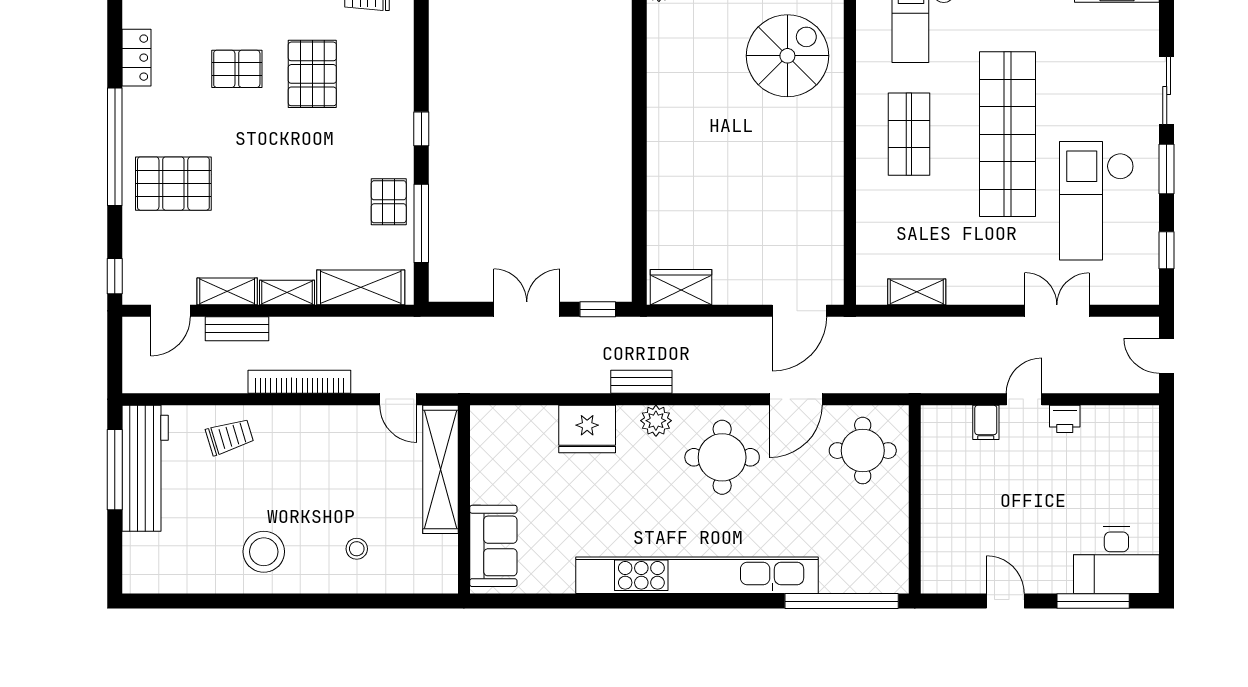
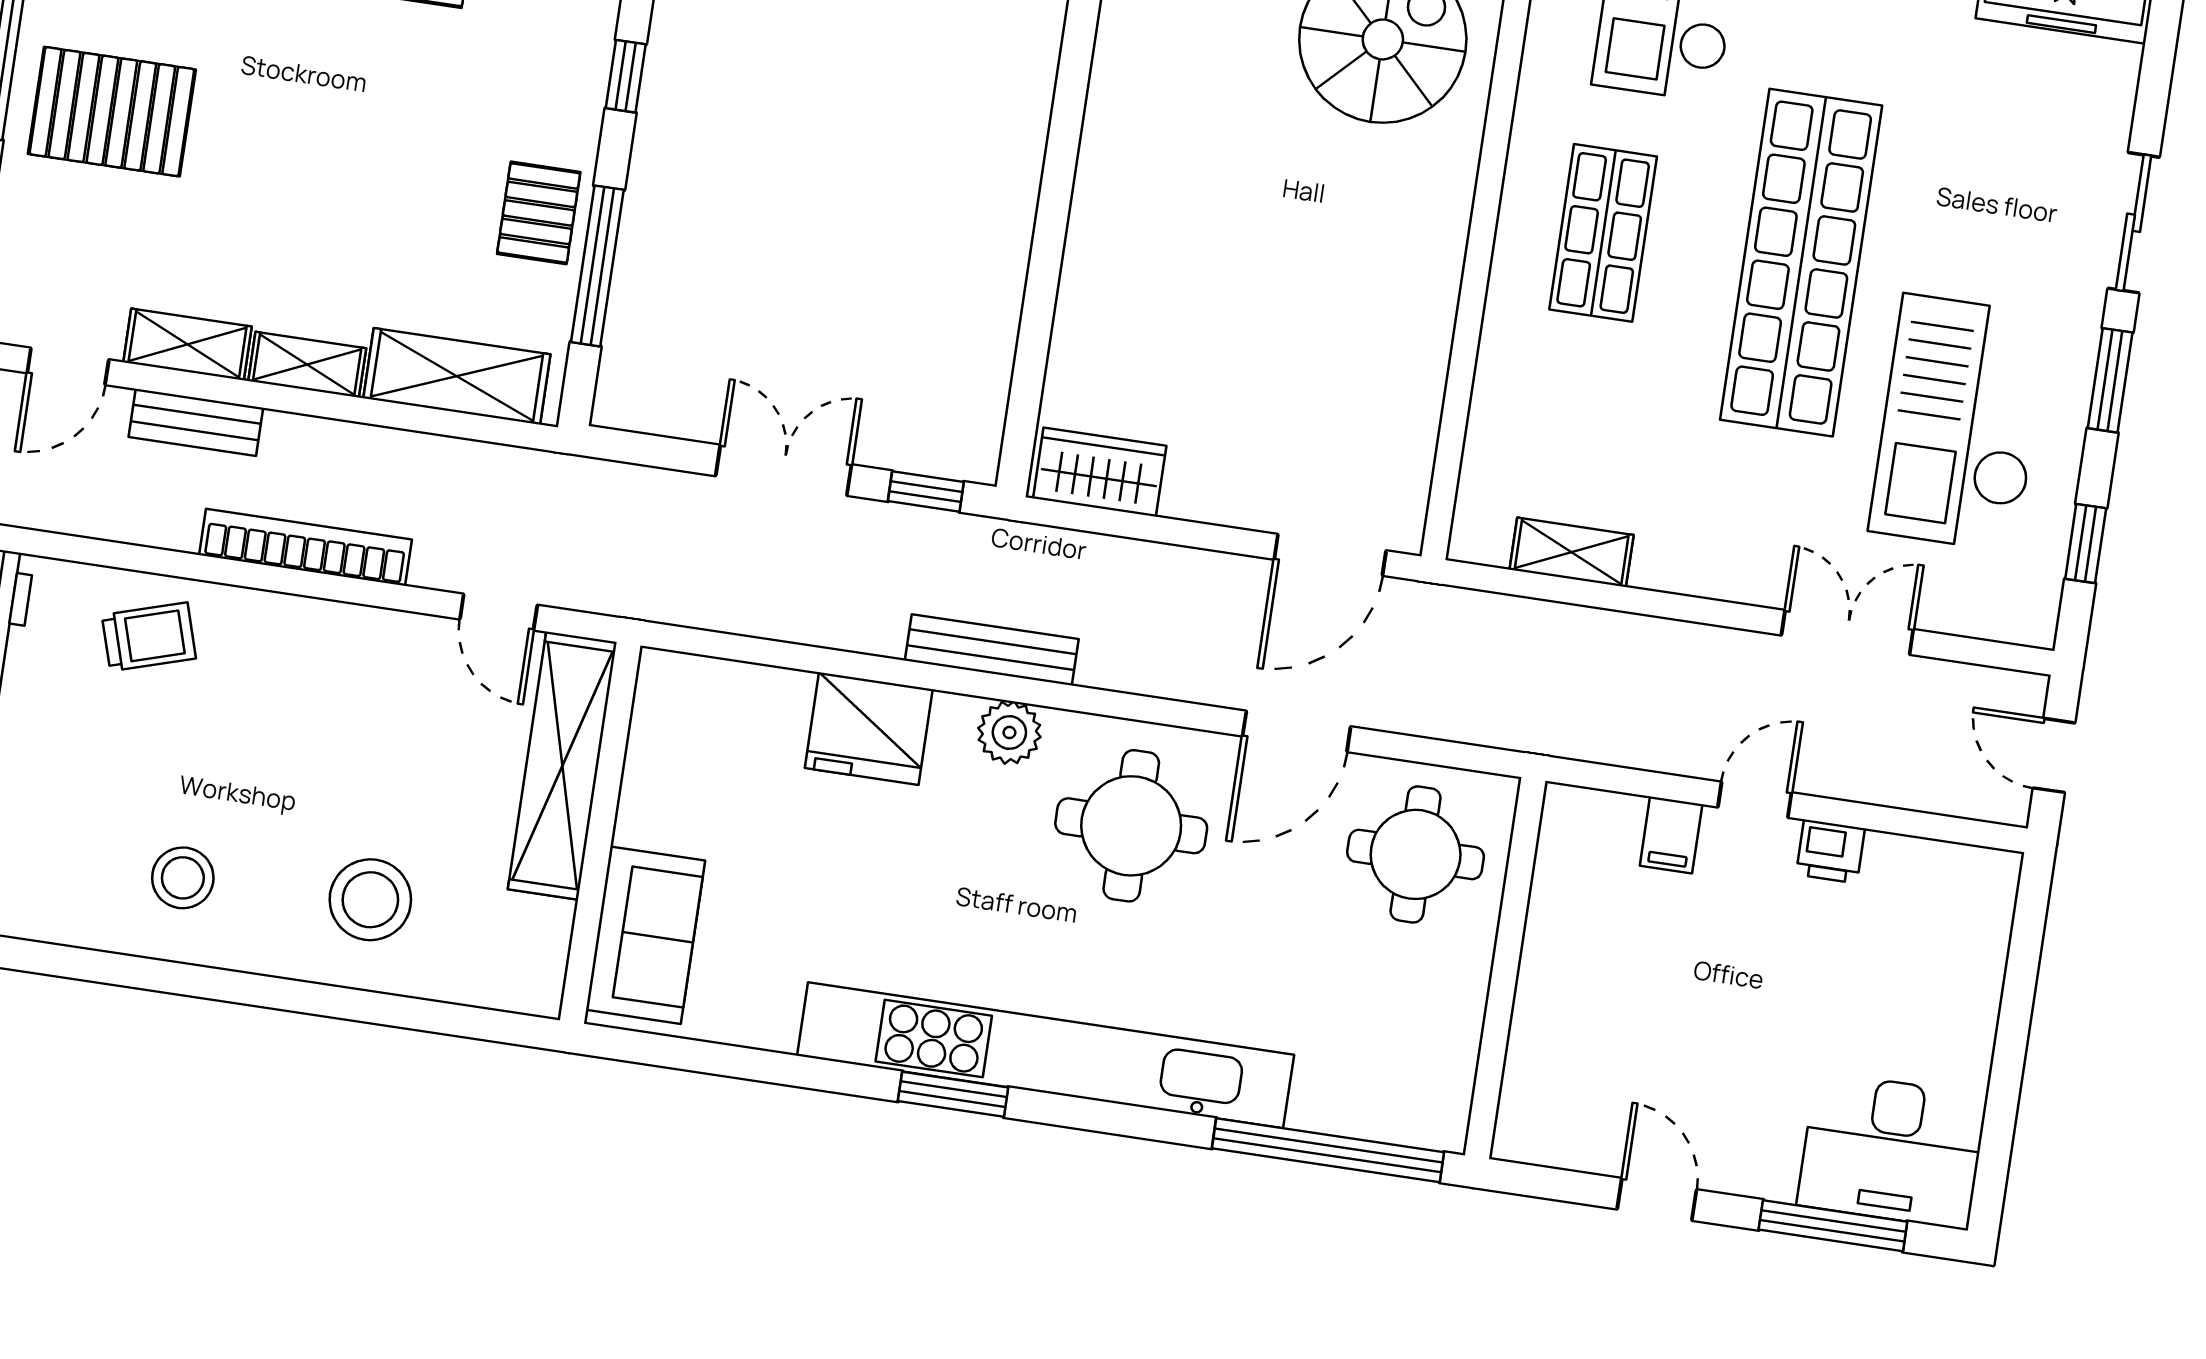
bench: (641, 382) -> (992, 650), width x1.36
stool: (357, 549) -> (370, 900), width x1.89, depth x1.89
stool: (264, 552) -> (183, 878), width x0.73, depth x0.73
window: (655, 601) -> (953, 1094), added

